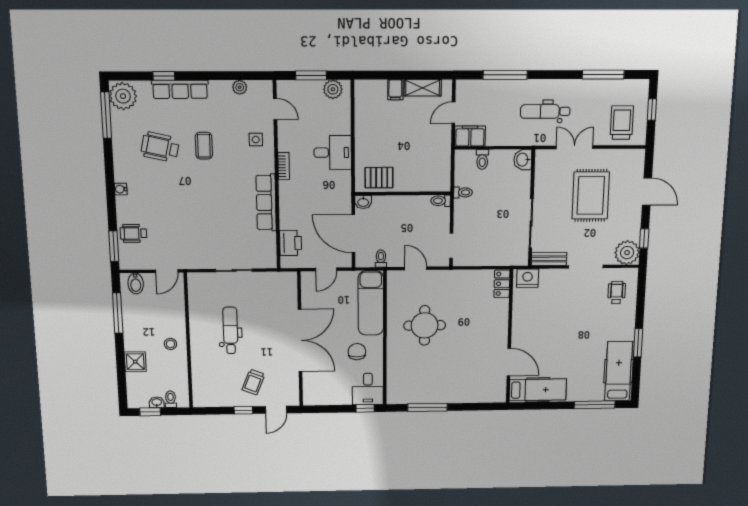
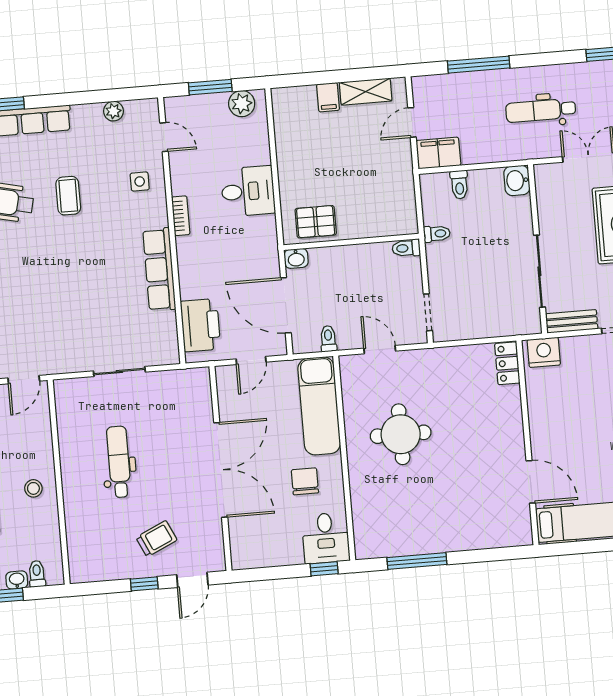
printer: (291, 243) -> (200, 325), width x1.37, depth x1.19
trolley: (253, 382) -> (156, 539), turned -137

